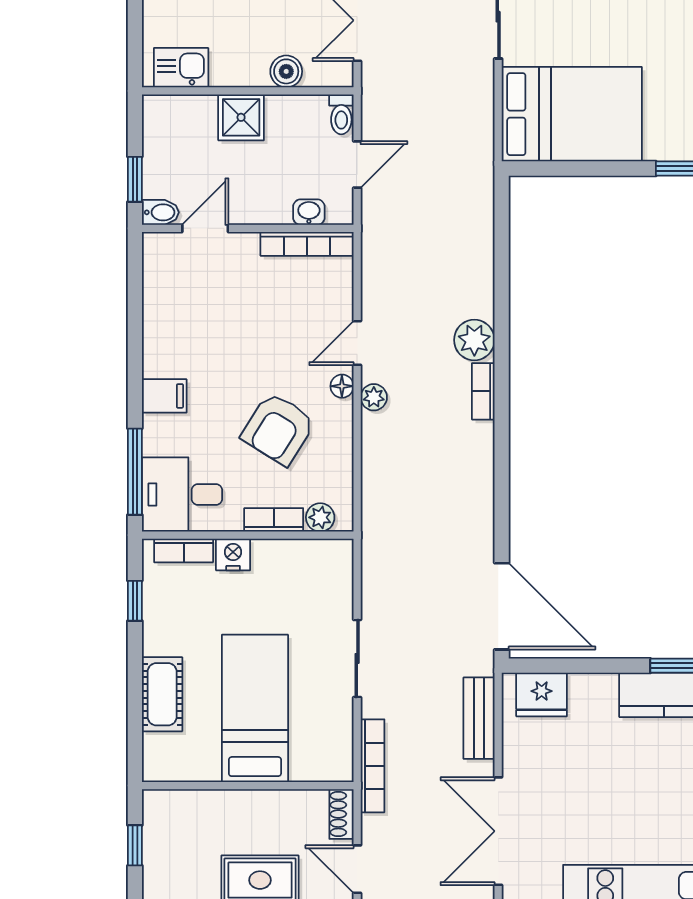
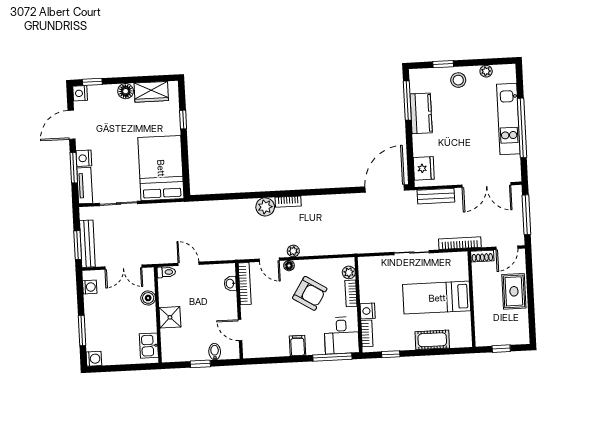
washbasin: (309, 212) -> (230, 284), moved
door: (205, 228) -> (240, 330), moved
wall: (248, 228) -> (239, 311), moved
bookcase: (307, 244) -> (245, 284), moved

